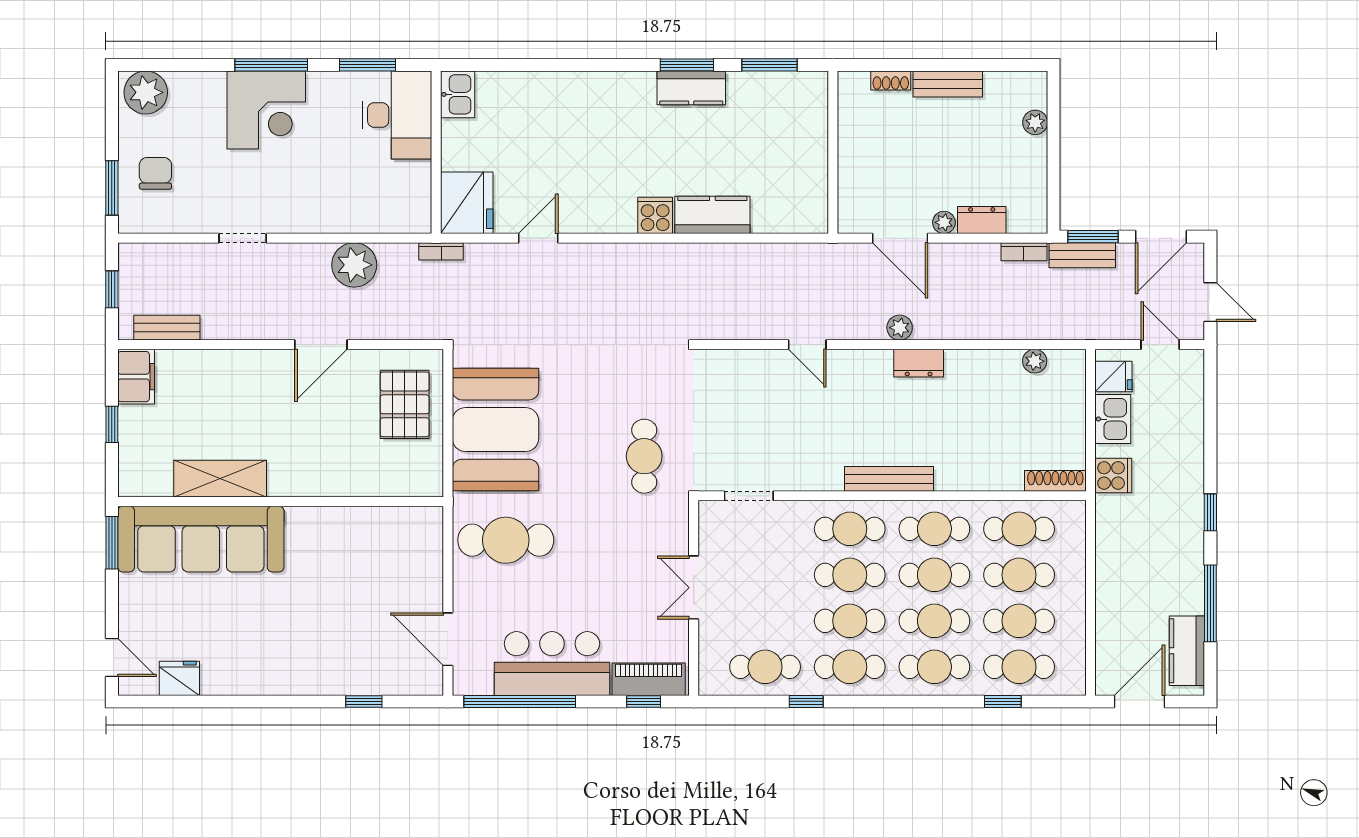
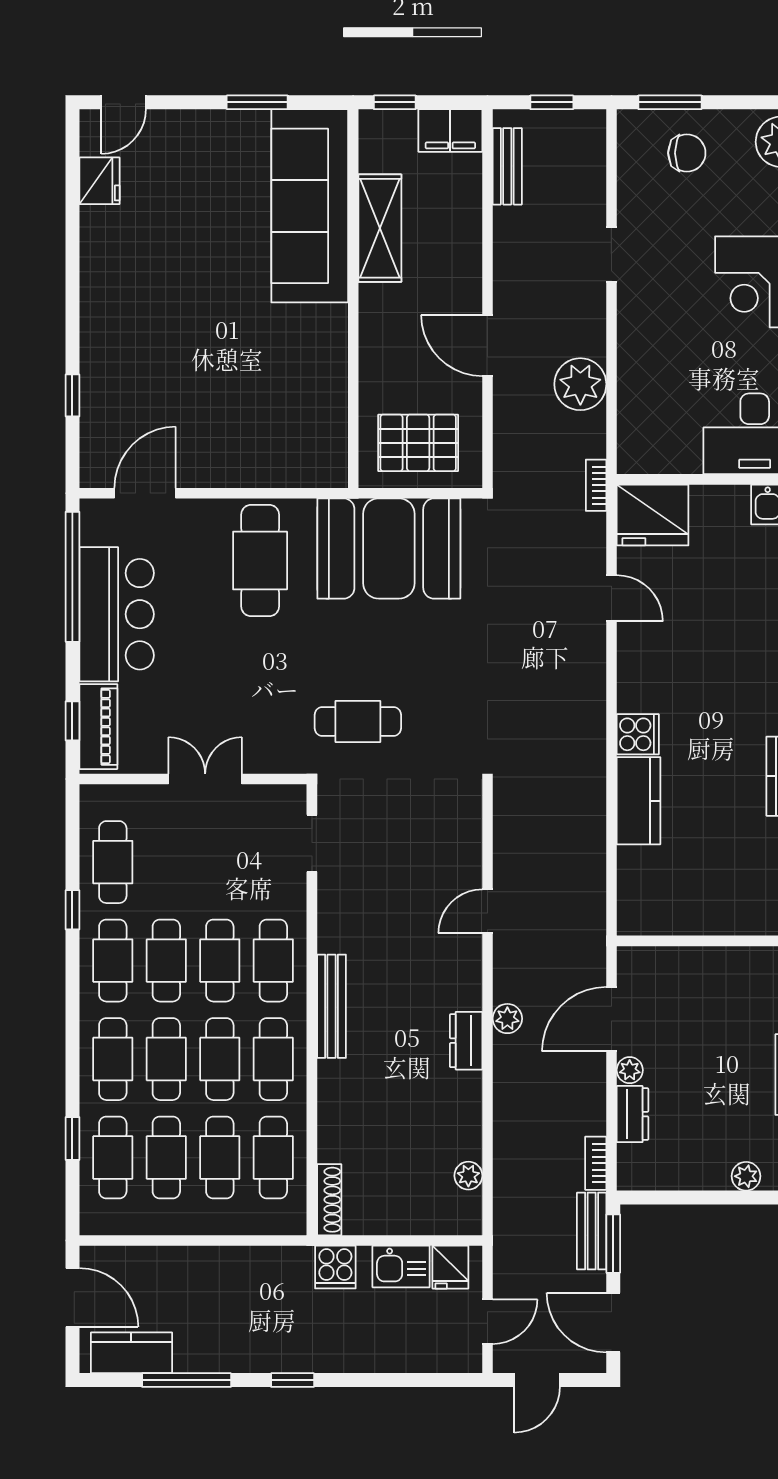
shelving: (220, 479) -> (380, 228), moved
wall: (281, 502) -> (353, 299), moved
sofa: (201, 539) -> (310, 206), moved

